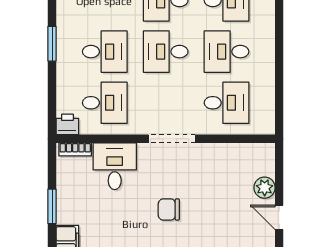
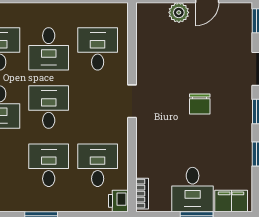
desk: (166, 52) -> (49, 107), turned 180
doorway: (172, 139) -> (132, 101), width x0.73
desk: (115, 166) -> (193, 189), moved, turned -90

